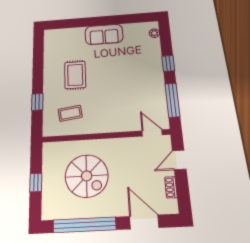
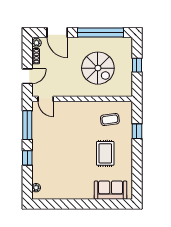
sofa: (104, 34) -> (111, 190), moved
spiral stairs: (87, 176) -> (98, 68), turned 180
plant: (172, 206) -> (36, 43), added

